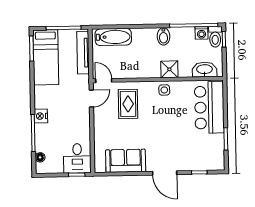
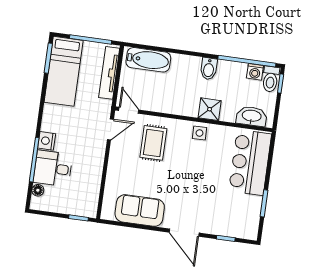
desk: (77, 158) -> (53, 168), moved, turned 90

